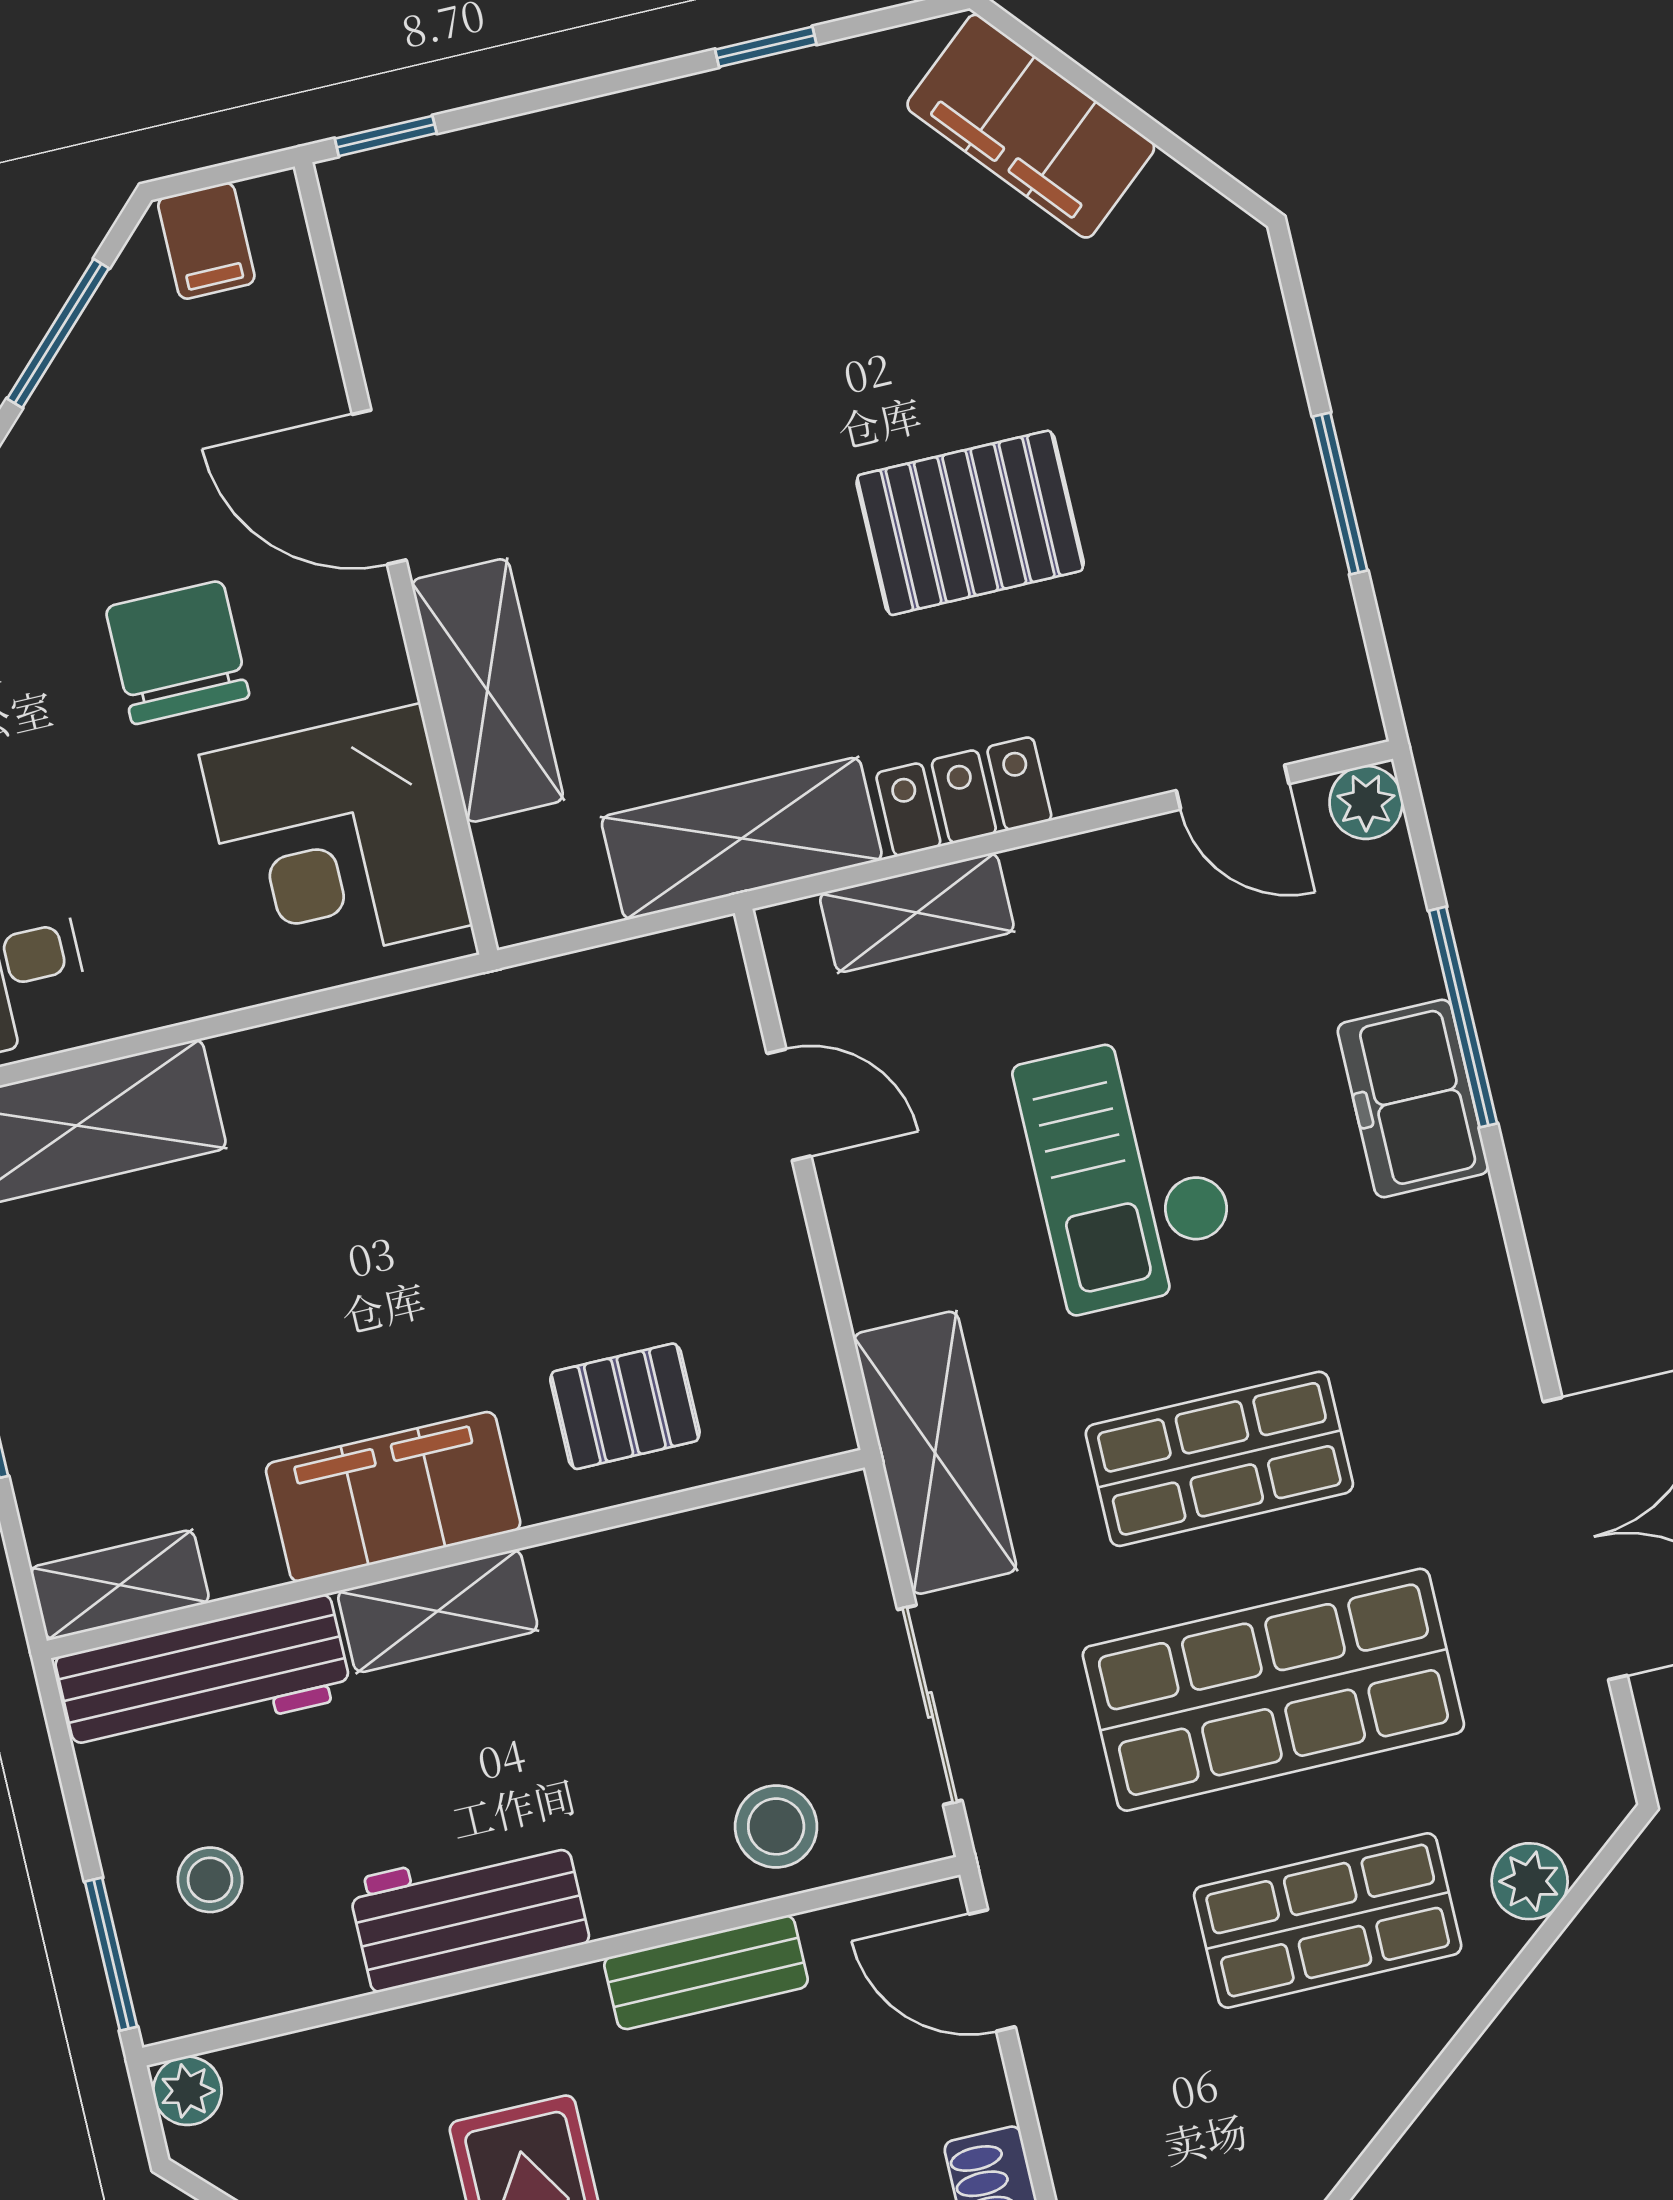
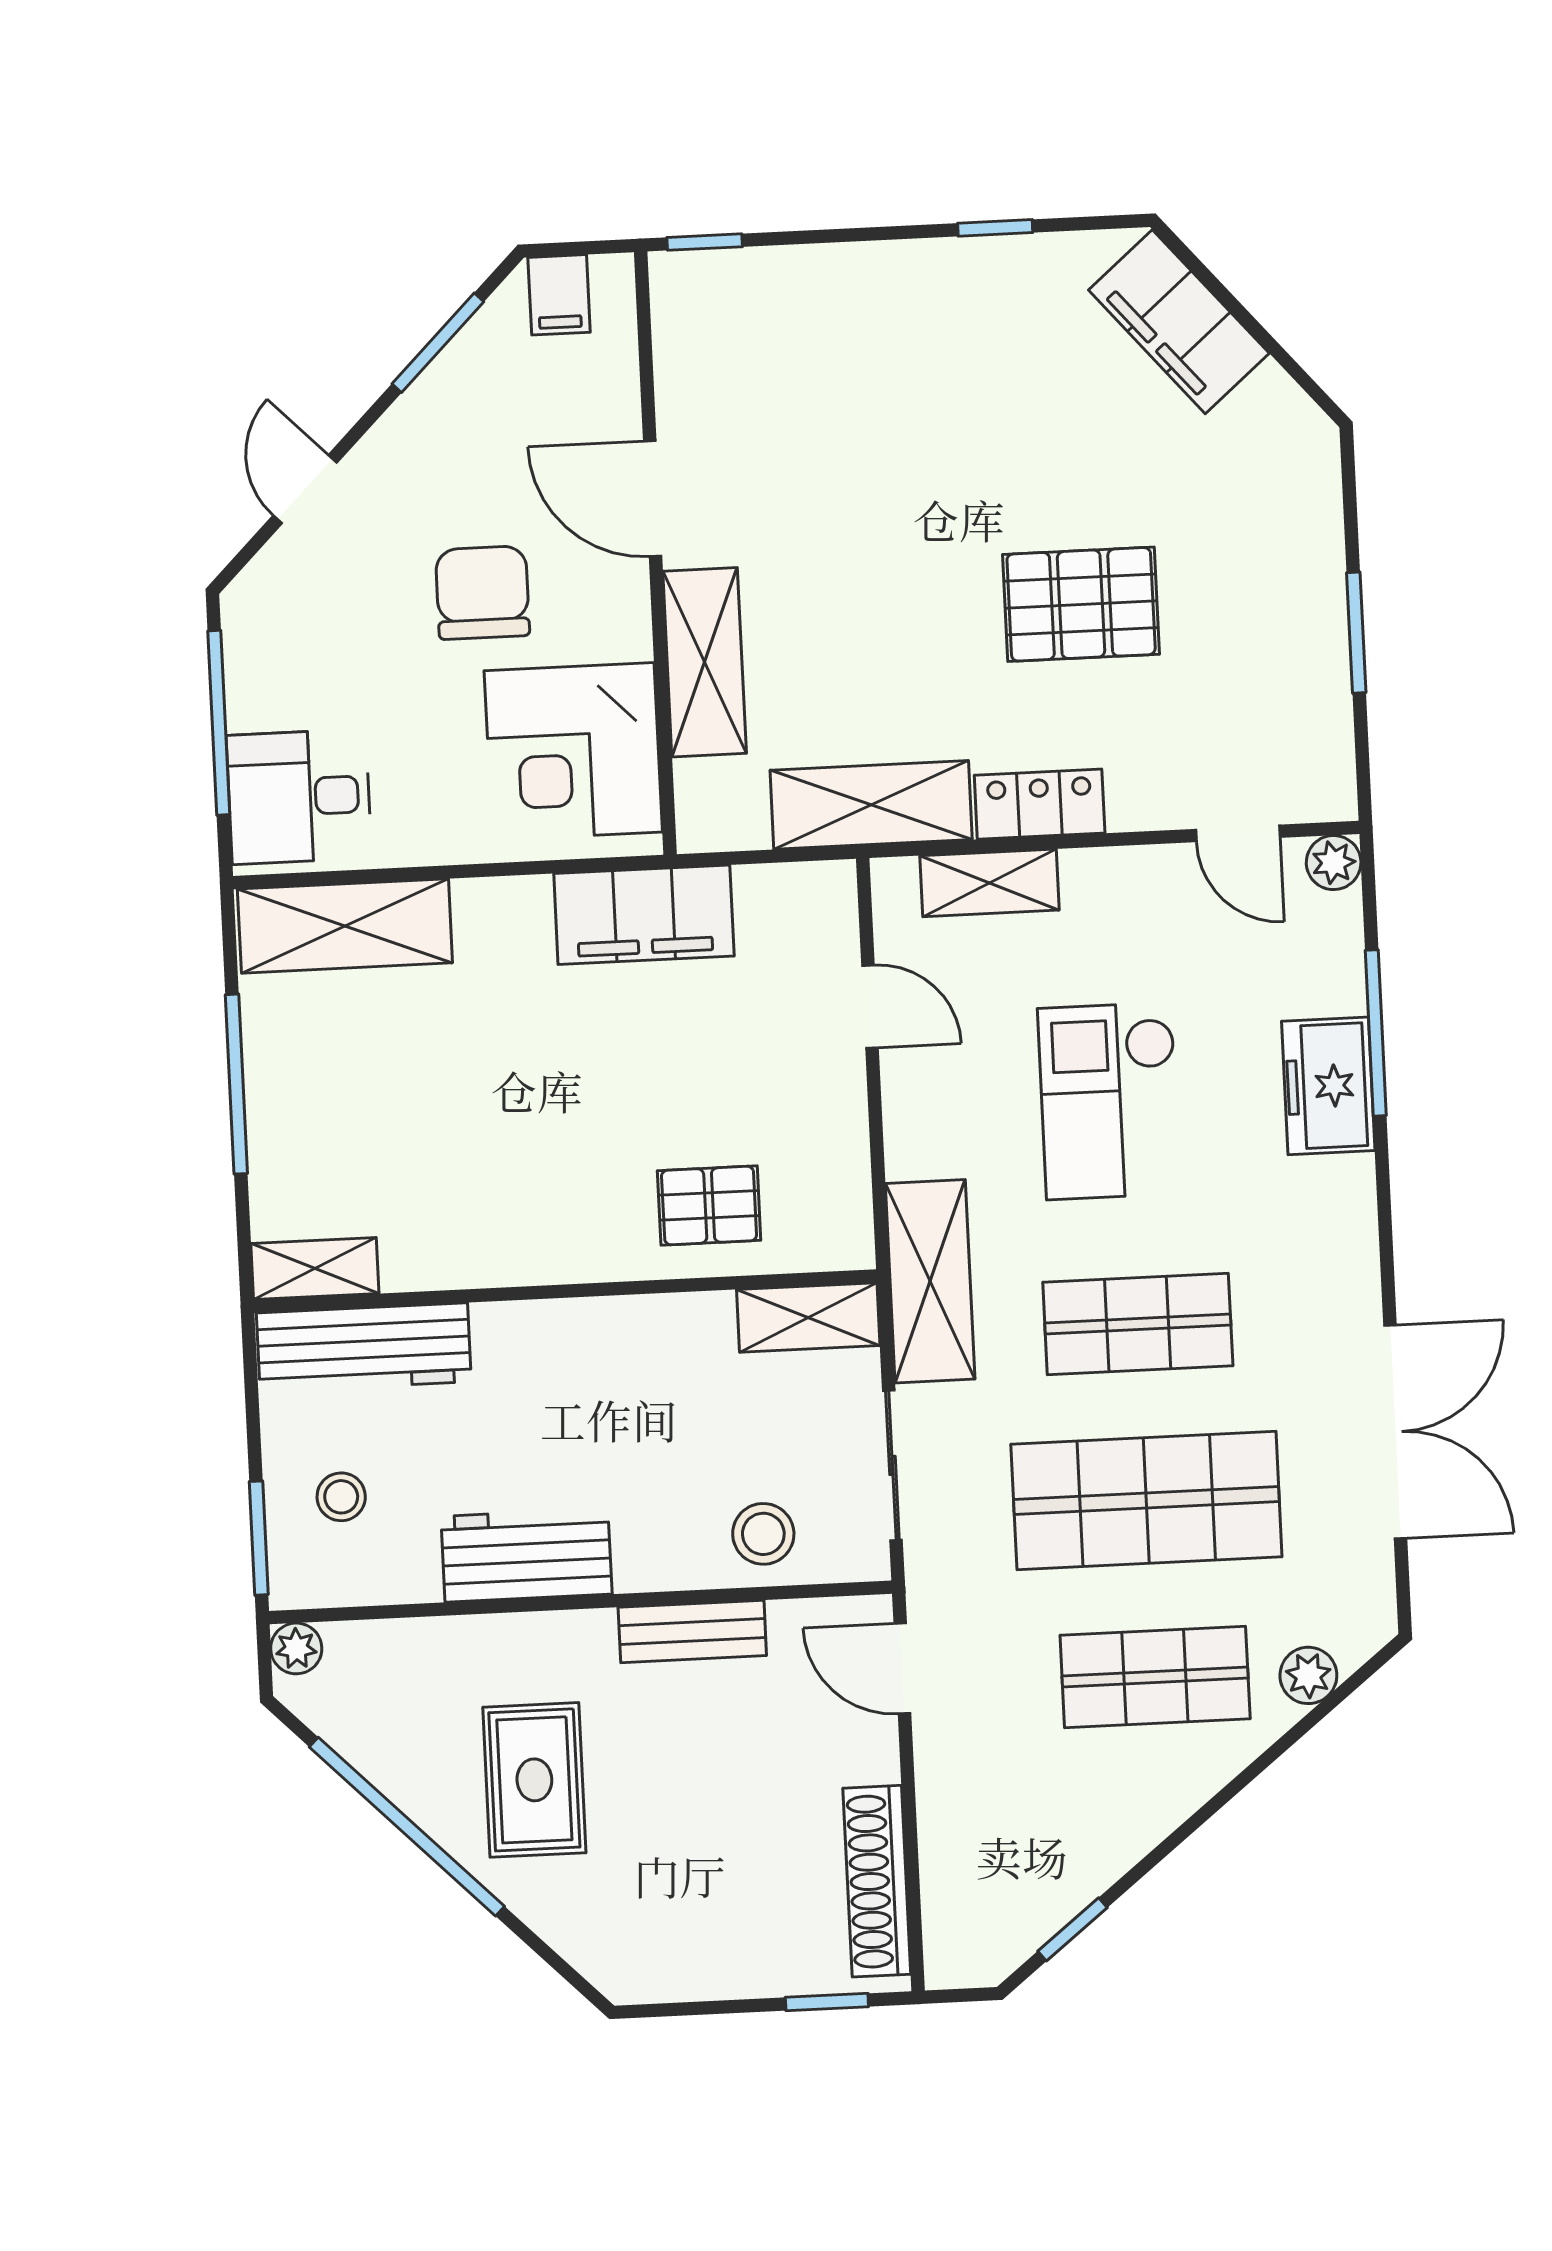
filing cabinet: (393, 1497) -> (644, 915), moved, turned 180
shelving: (438, 1611) -> (808, 1317), moved

